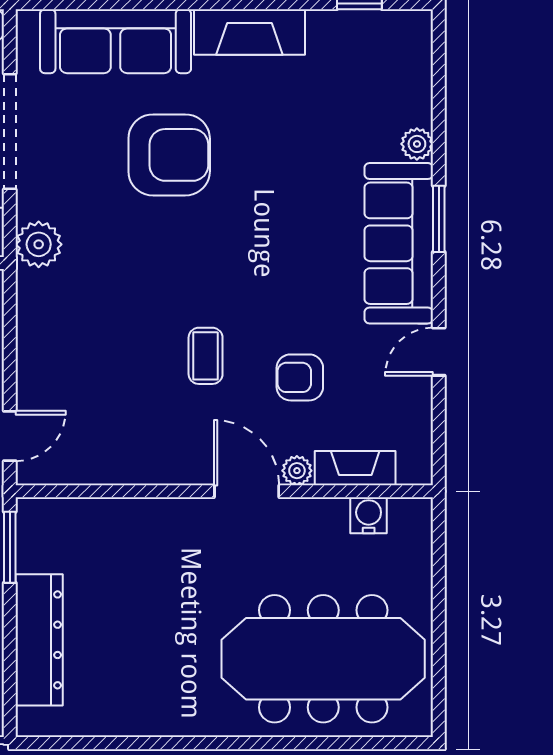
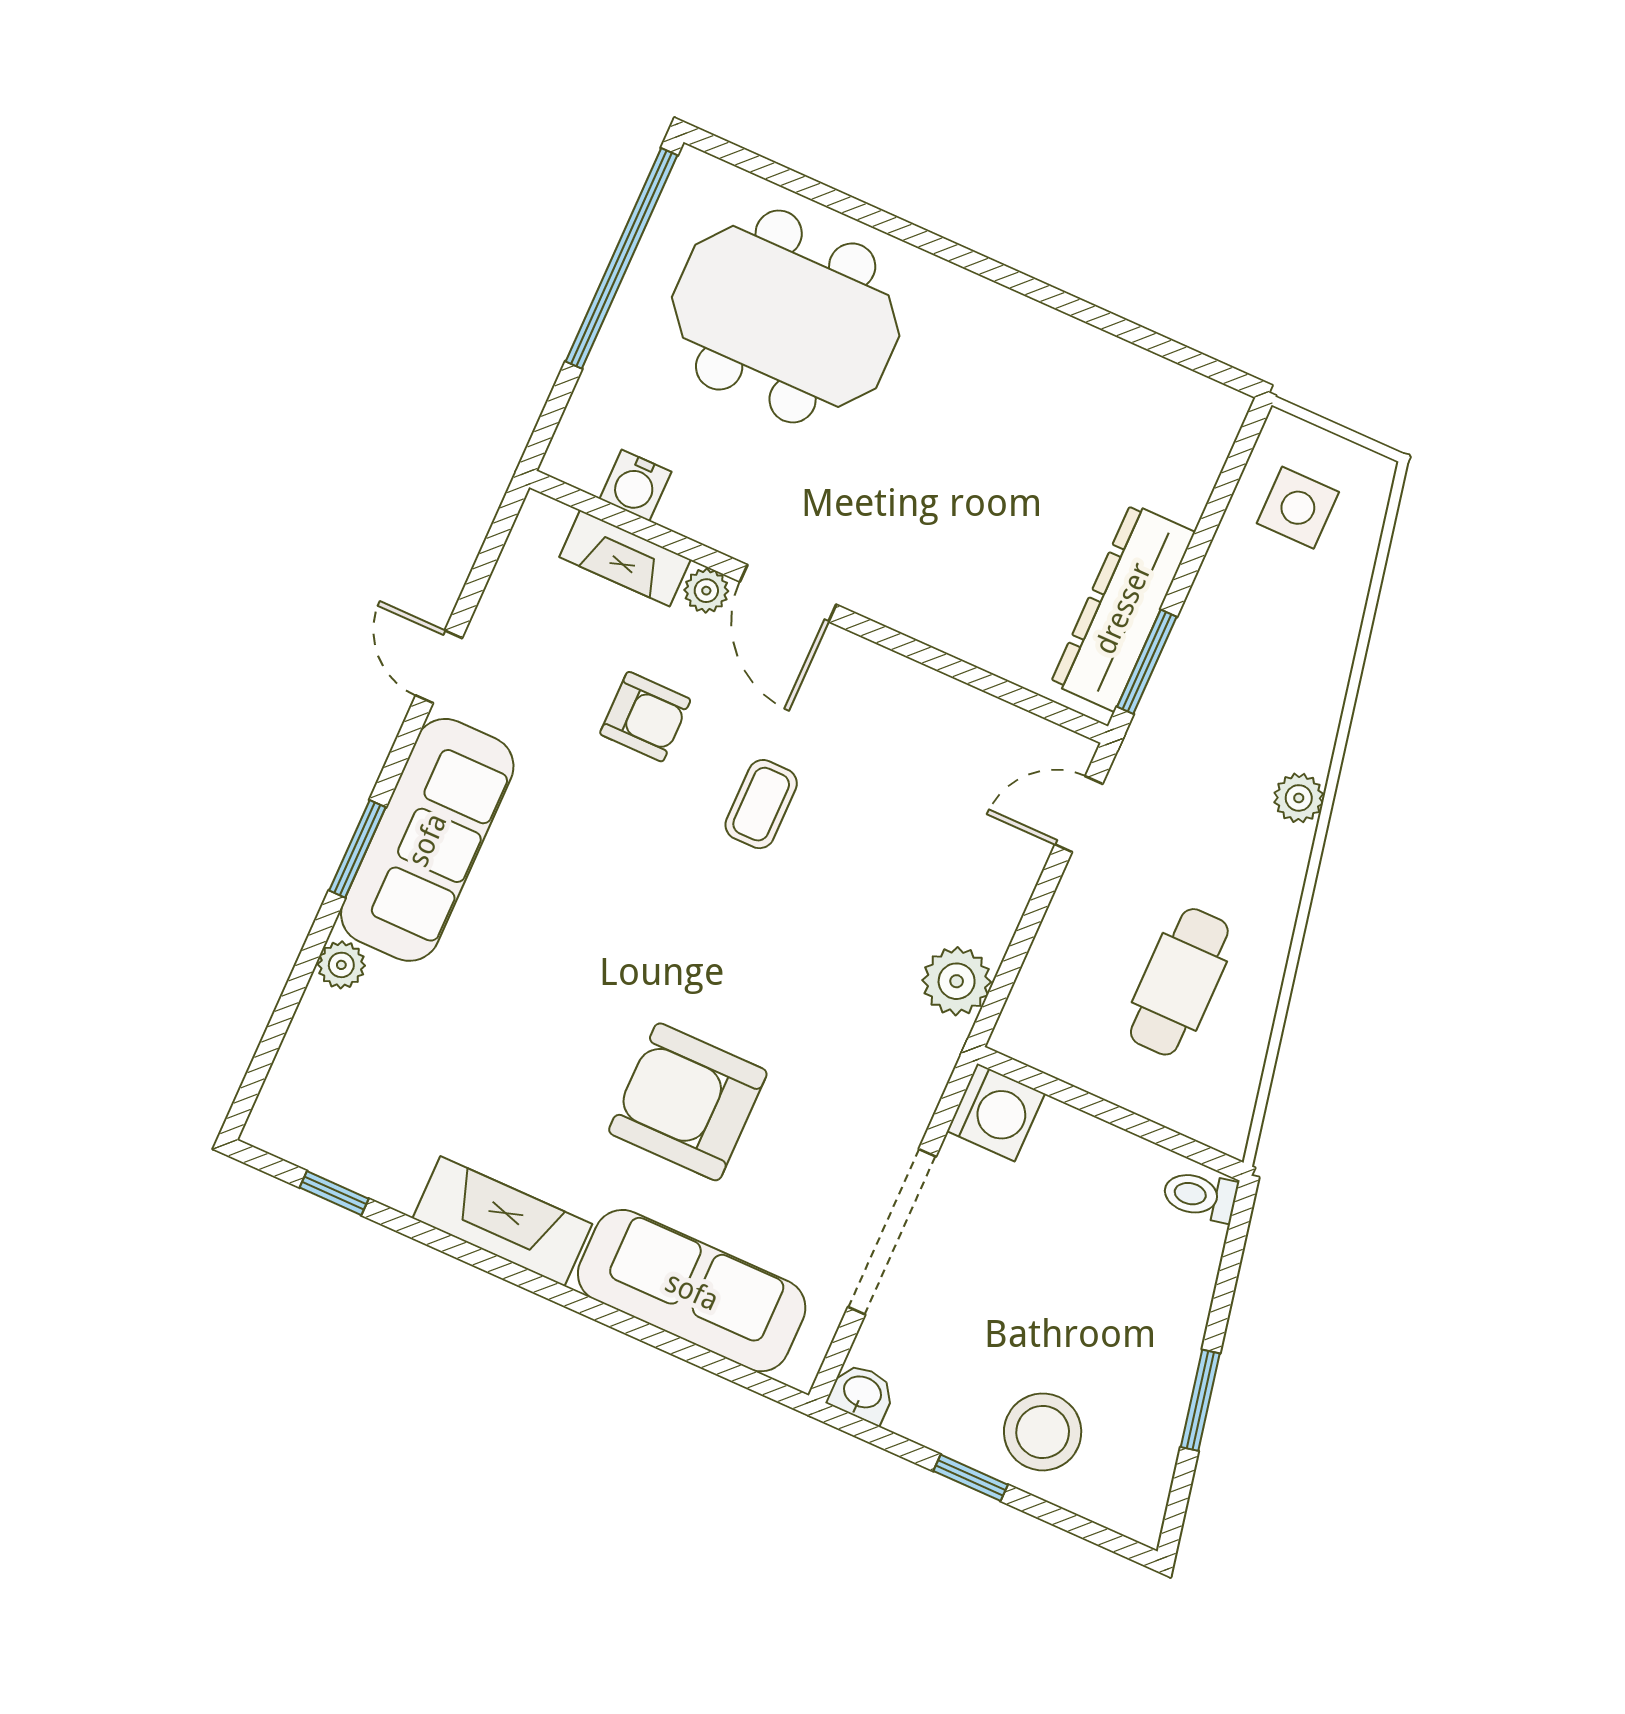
plant: (39, 244) -> (957, 981), moved
door: (439, 352) -> (439, 667), swing flipped
dresser: (39, 640) -> (1123, 608), moved
window: (439, 649) -> (622, 258), added
meeting table: (323, 659) -> (786, 316), width x0.73

